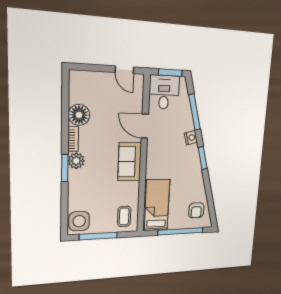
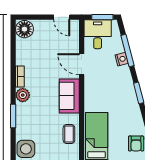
floor lamp: (79, 115) -> (24, 29), moved
nightstand: (191, 138) -> (122, 59), moved
window: (65, 168) -> (13, 116), moved
coffee table: (124, 216) -> (69, 134), moved

